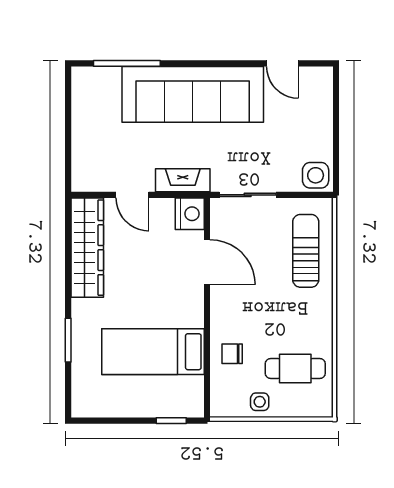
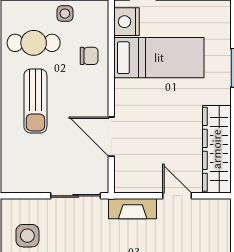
side table: (316, 175) -> (27, 236), moved
nightstand: (190, 214) -> (127, 22), moved
sun lounger: (306, 251) -> (35, 101), moved

